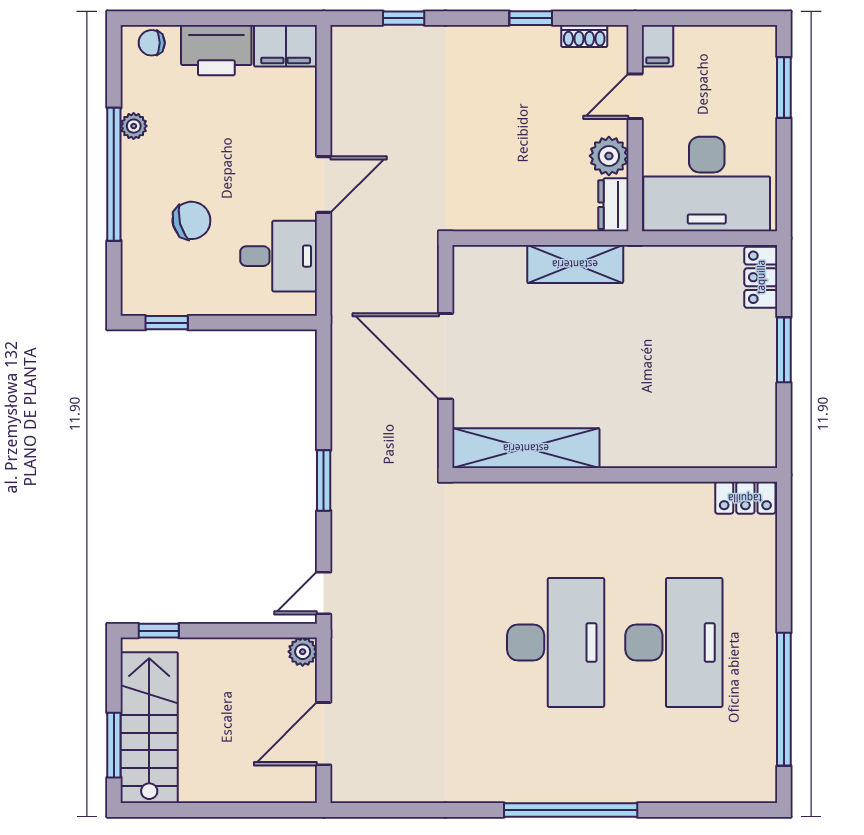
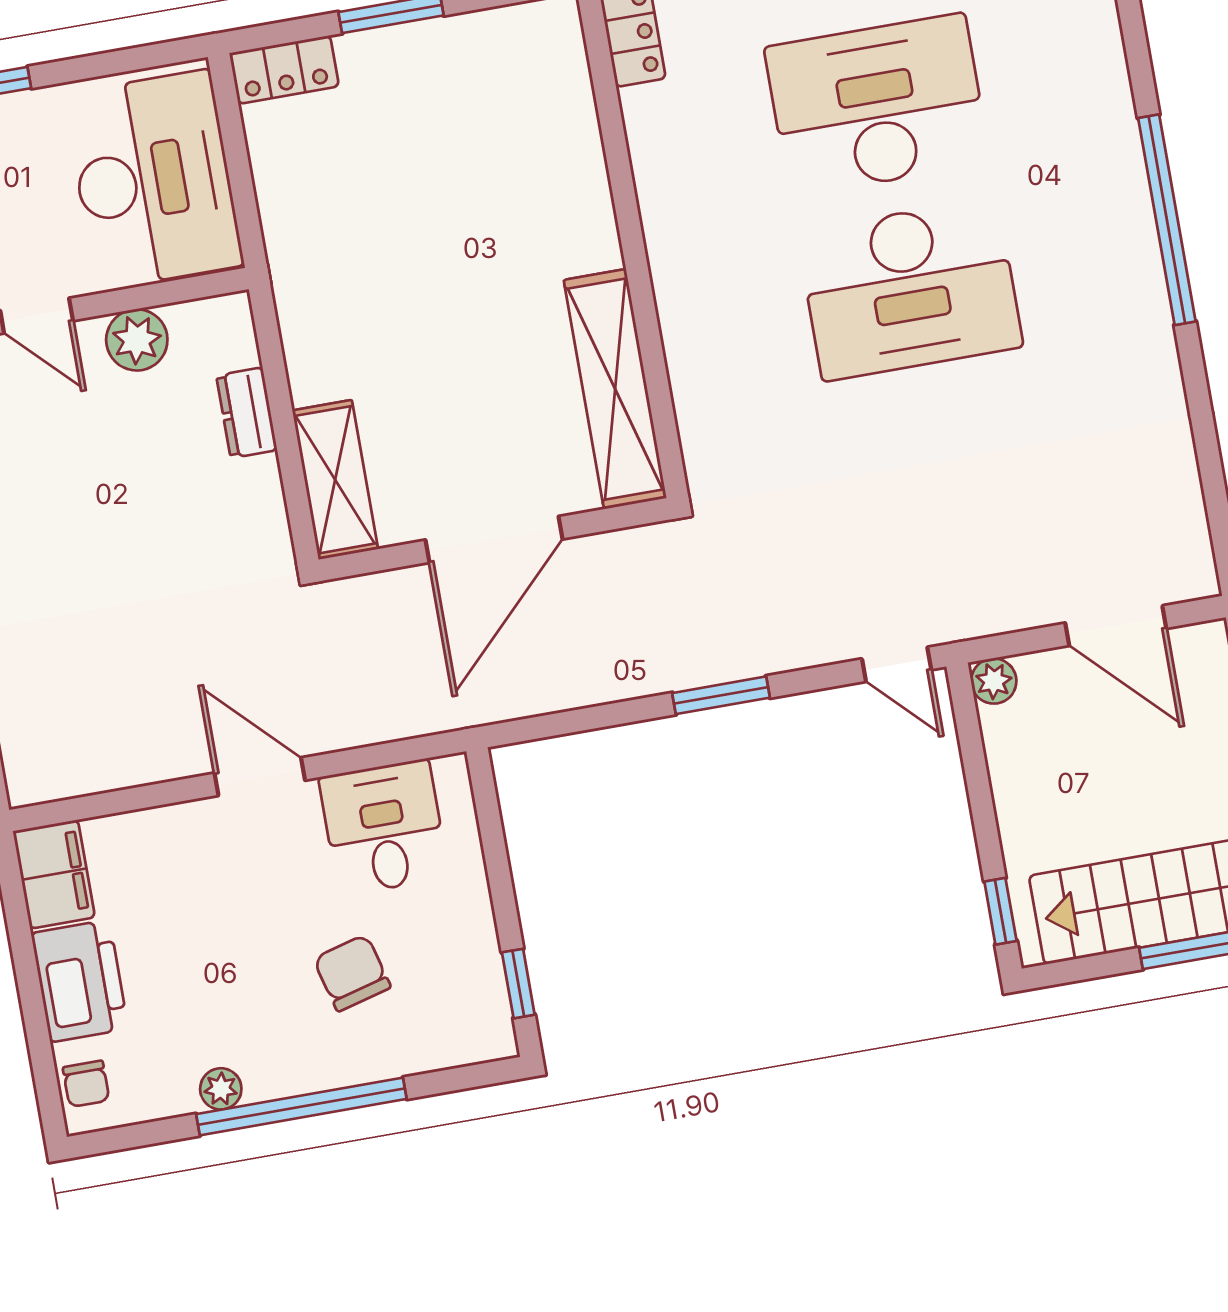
dresser: (613, 205) -> (247, 413), moved, turned 90
shelving: (575, 264) -> (335, 480), moved
desk: (556, 642) -> (910, 289), turned 180

